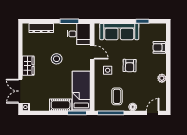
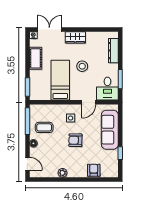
bed: (81, 91) -> (60, 80), moved, turned -90
cot: (61, 105) -> (36, 58), moved

